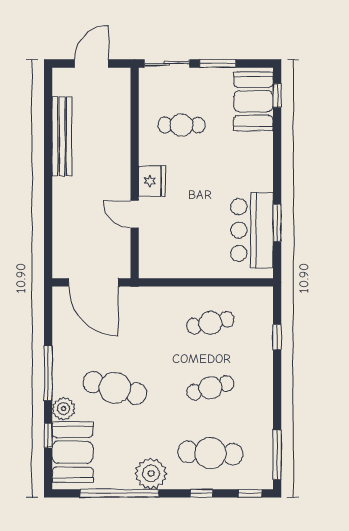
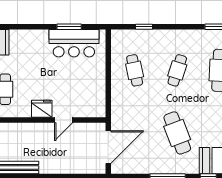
cafe table: (115, 388) -> (177, 133), turned -36
cafe table: (210, 388) -> (177, 70), turned 33
plant: (64, 409) -> (191, 167), removed

